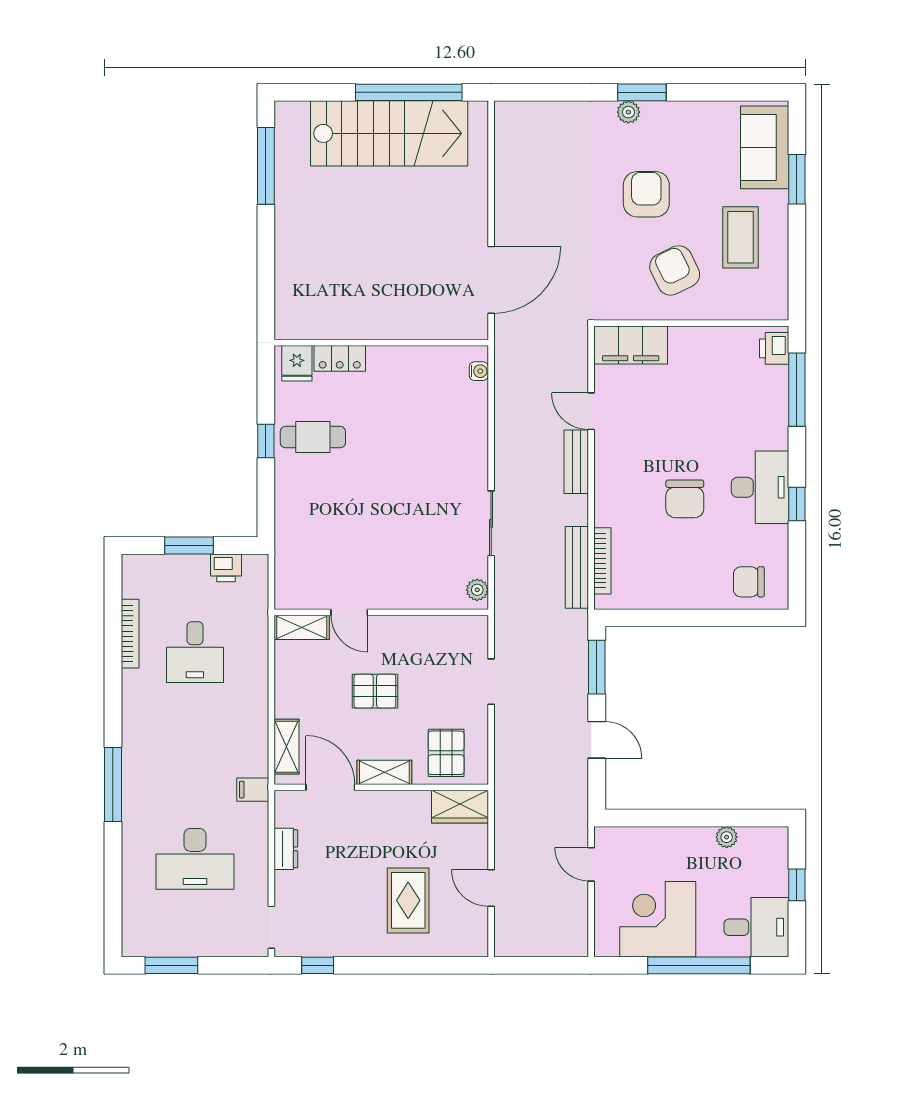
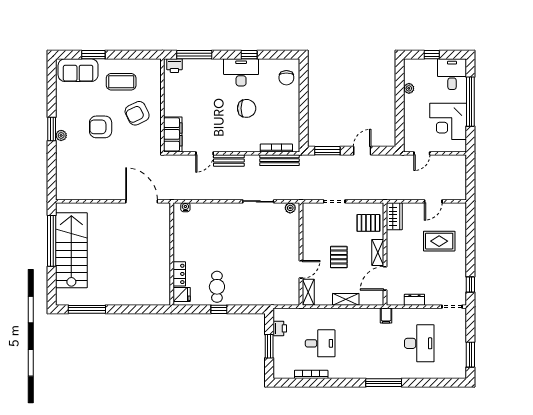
shelving: (287, 747) -> (346, 299), moved

